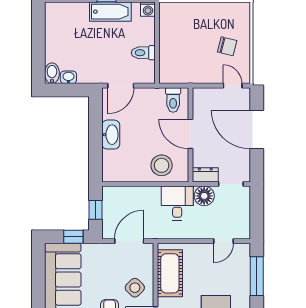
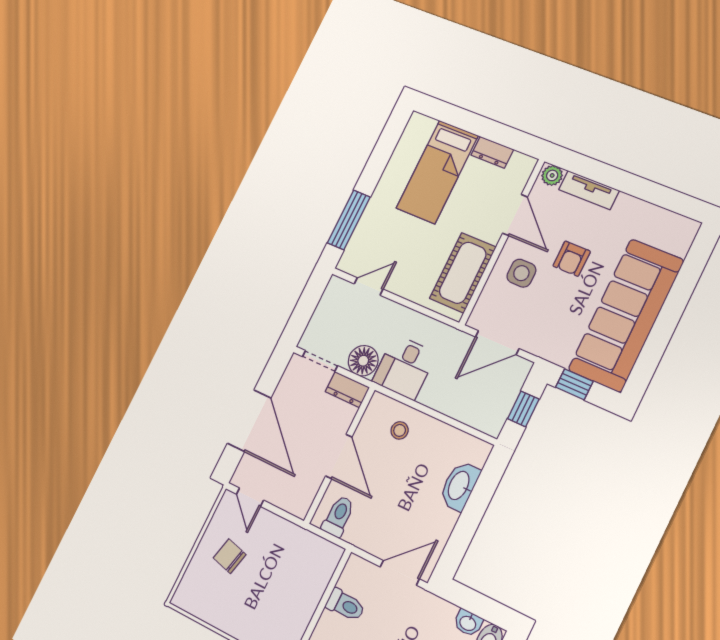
washbasin: (111, 135) -> (459, 486), moved
stool: (162, 165) -> (400, 430), width x0.53, depth x0.53
side table: (135, 288) -> (521, 273), turned 45

